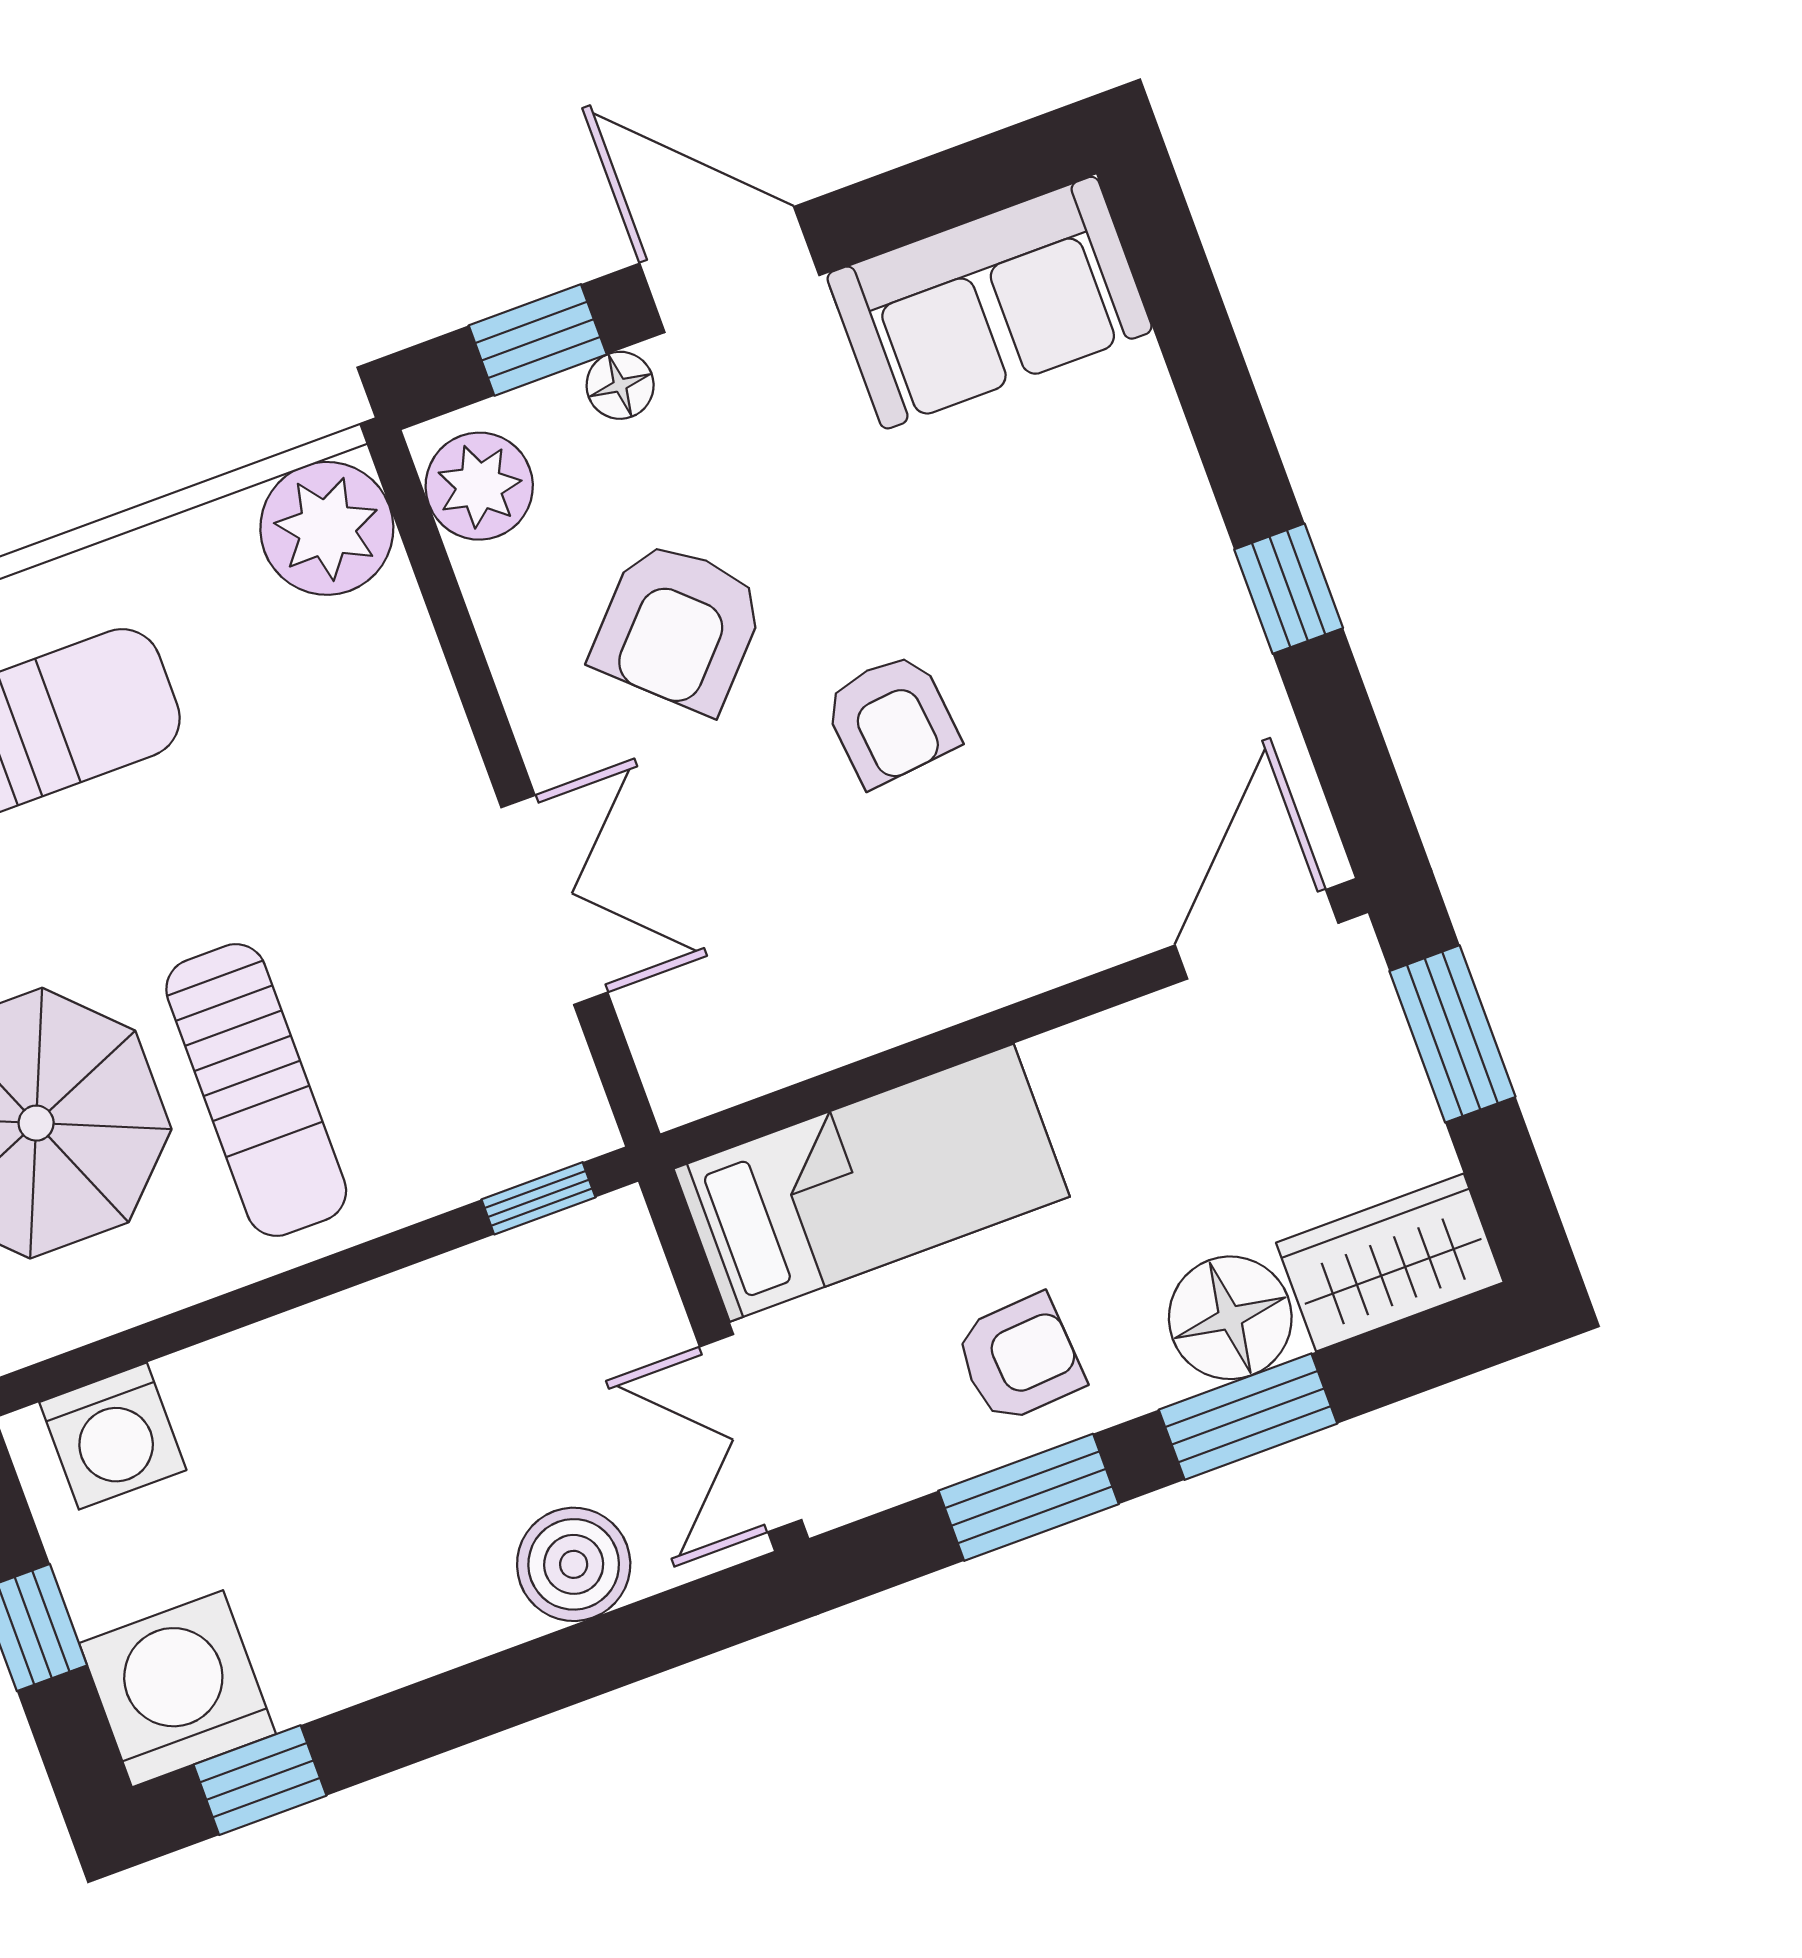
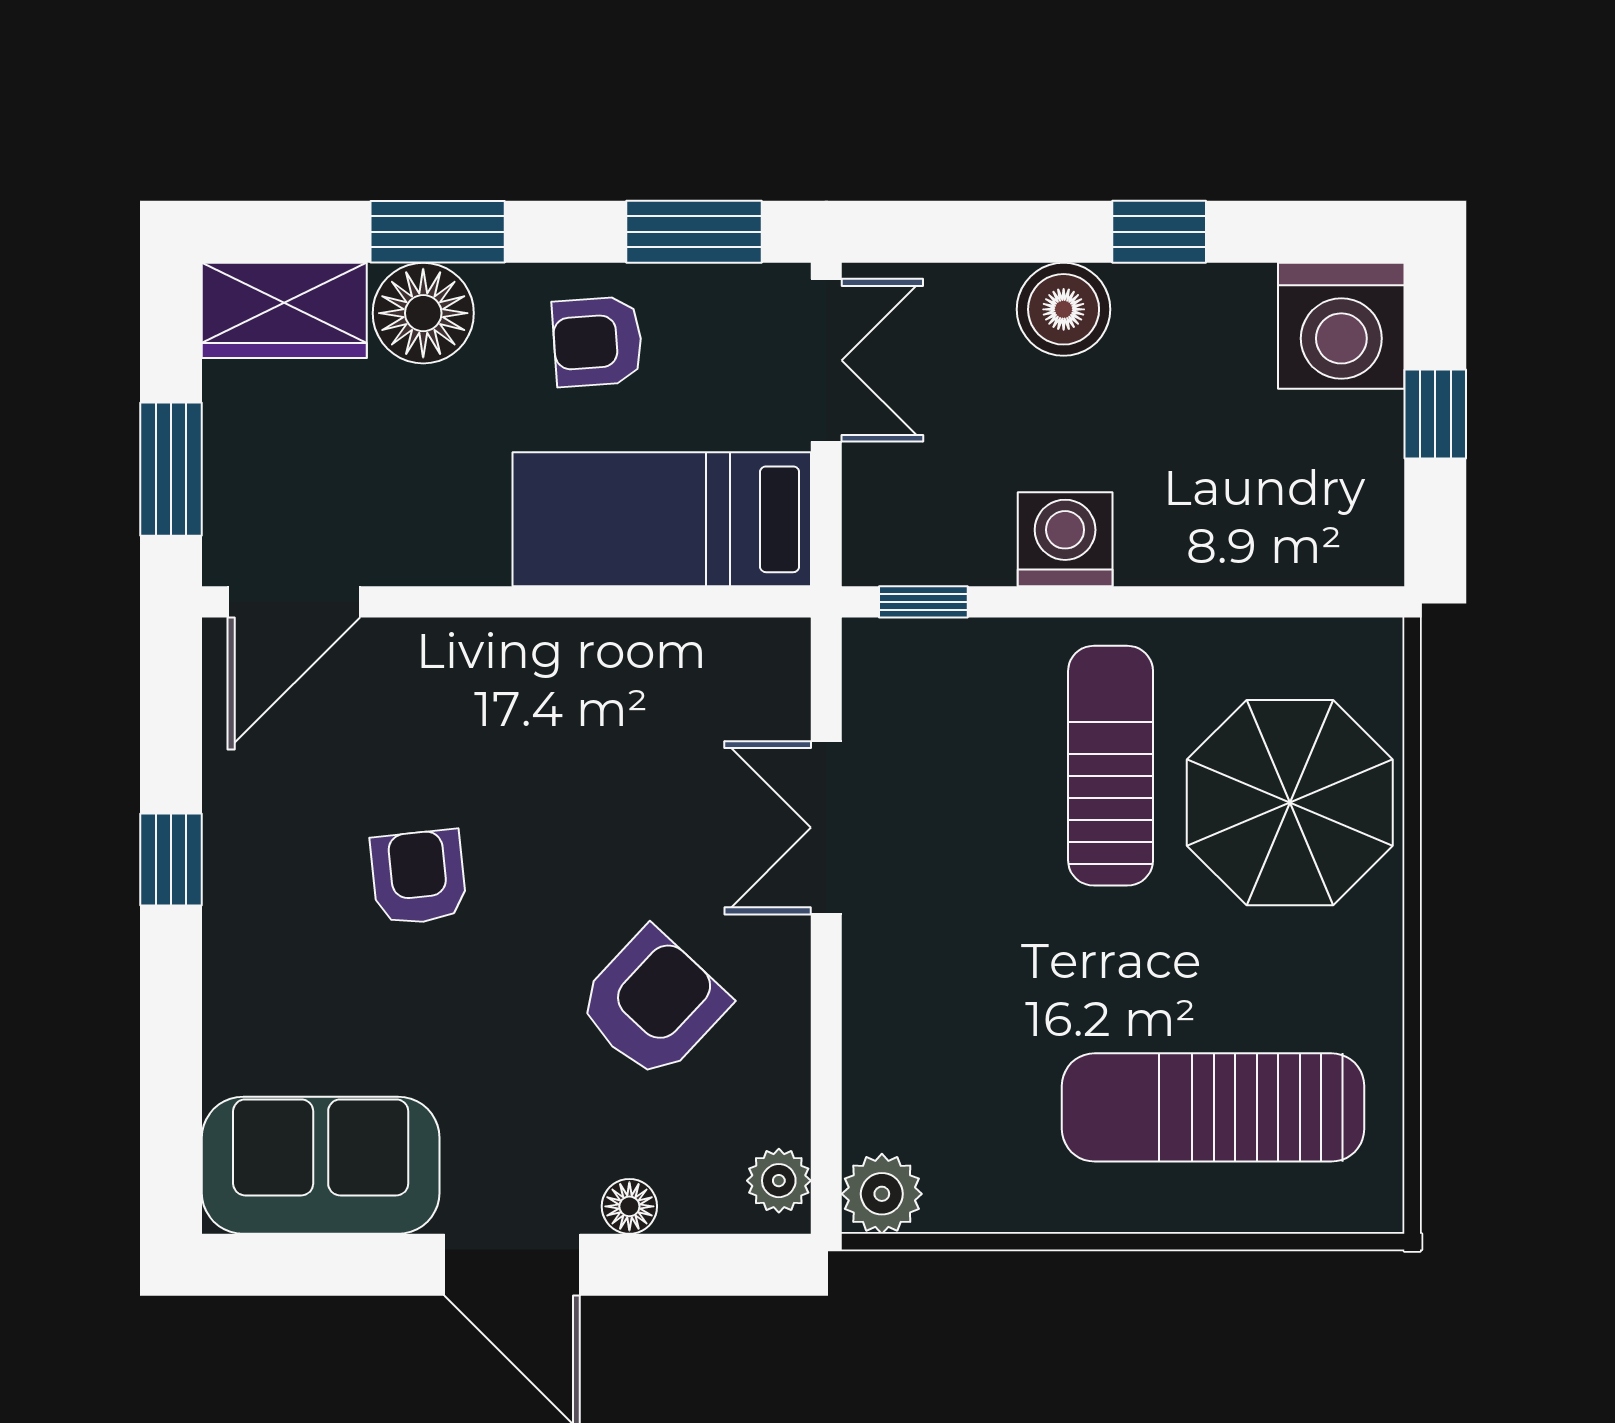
window: (538, 340) -> (680, 1265), removed
plant: (479, 486) -> (779, 1181), width x0.73, depth x0.73
plant: (327, 528) -> (882, 1194), width x0.73, depth x0.73
armchair: (891, 719) -> (419, 877), moved
washing machine: (113, 1436) -> (1065, 539), moved
window: (1029, 1497) -> (694, 232), moved
boiler: (574, 1564) -> (1064, 309), moved
window: (260, 1780) -> (1159, 232), moved

